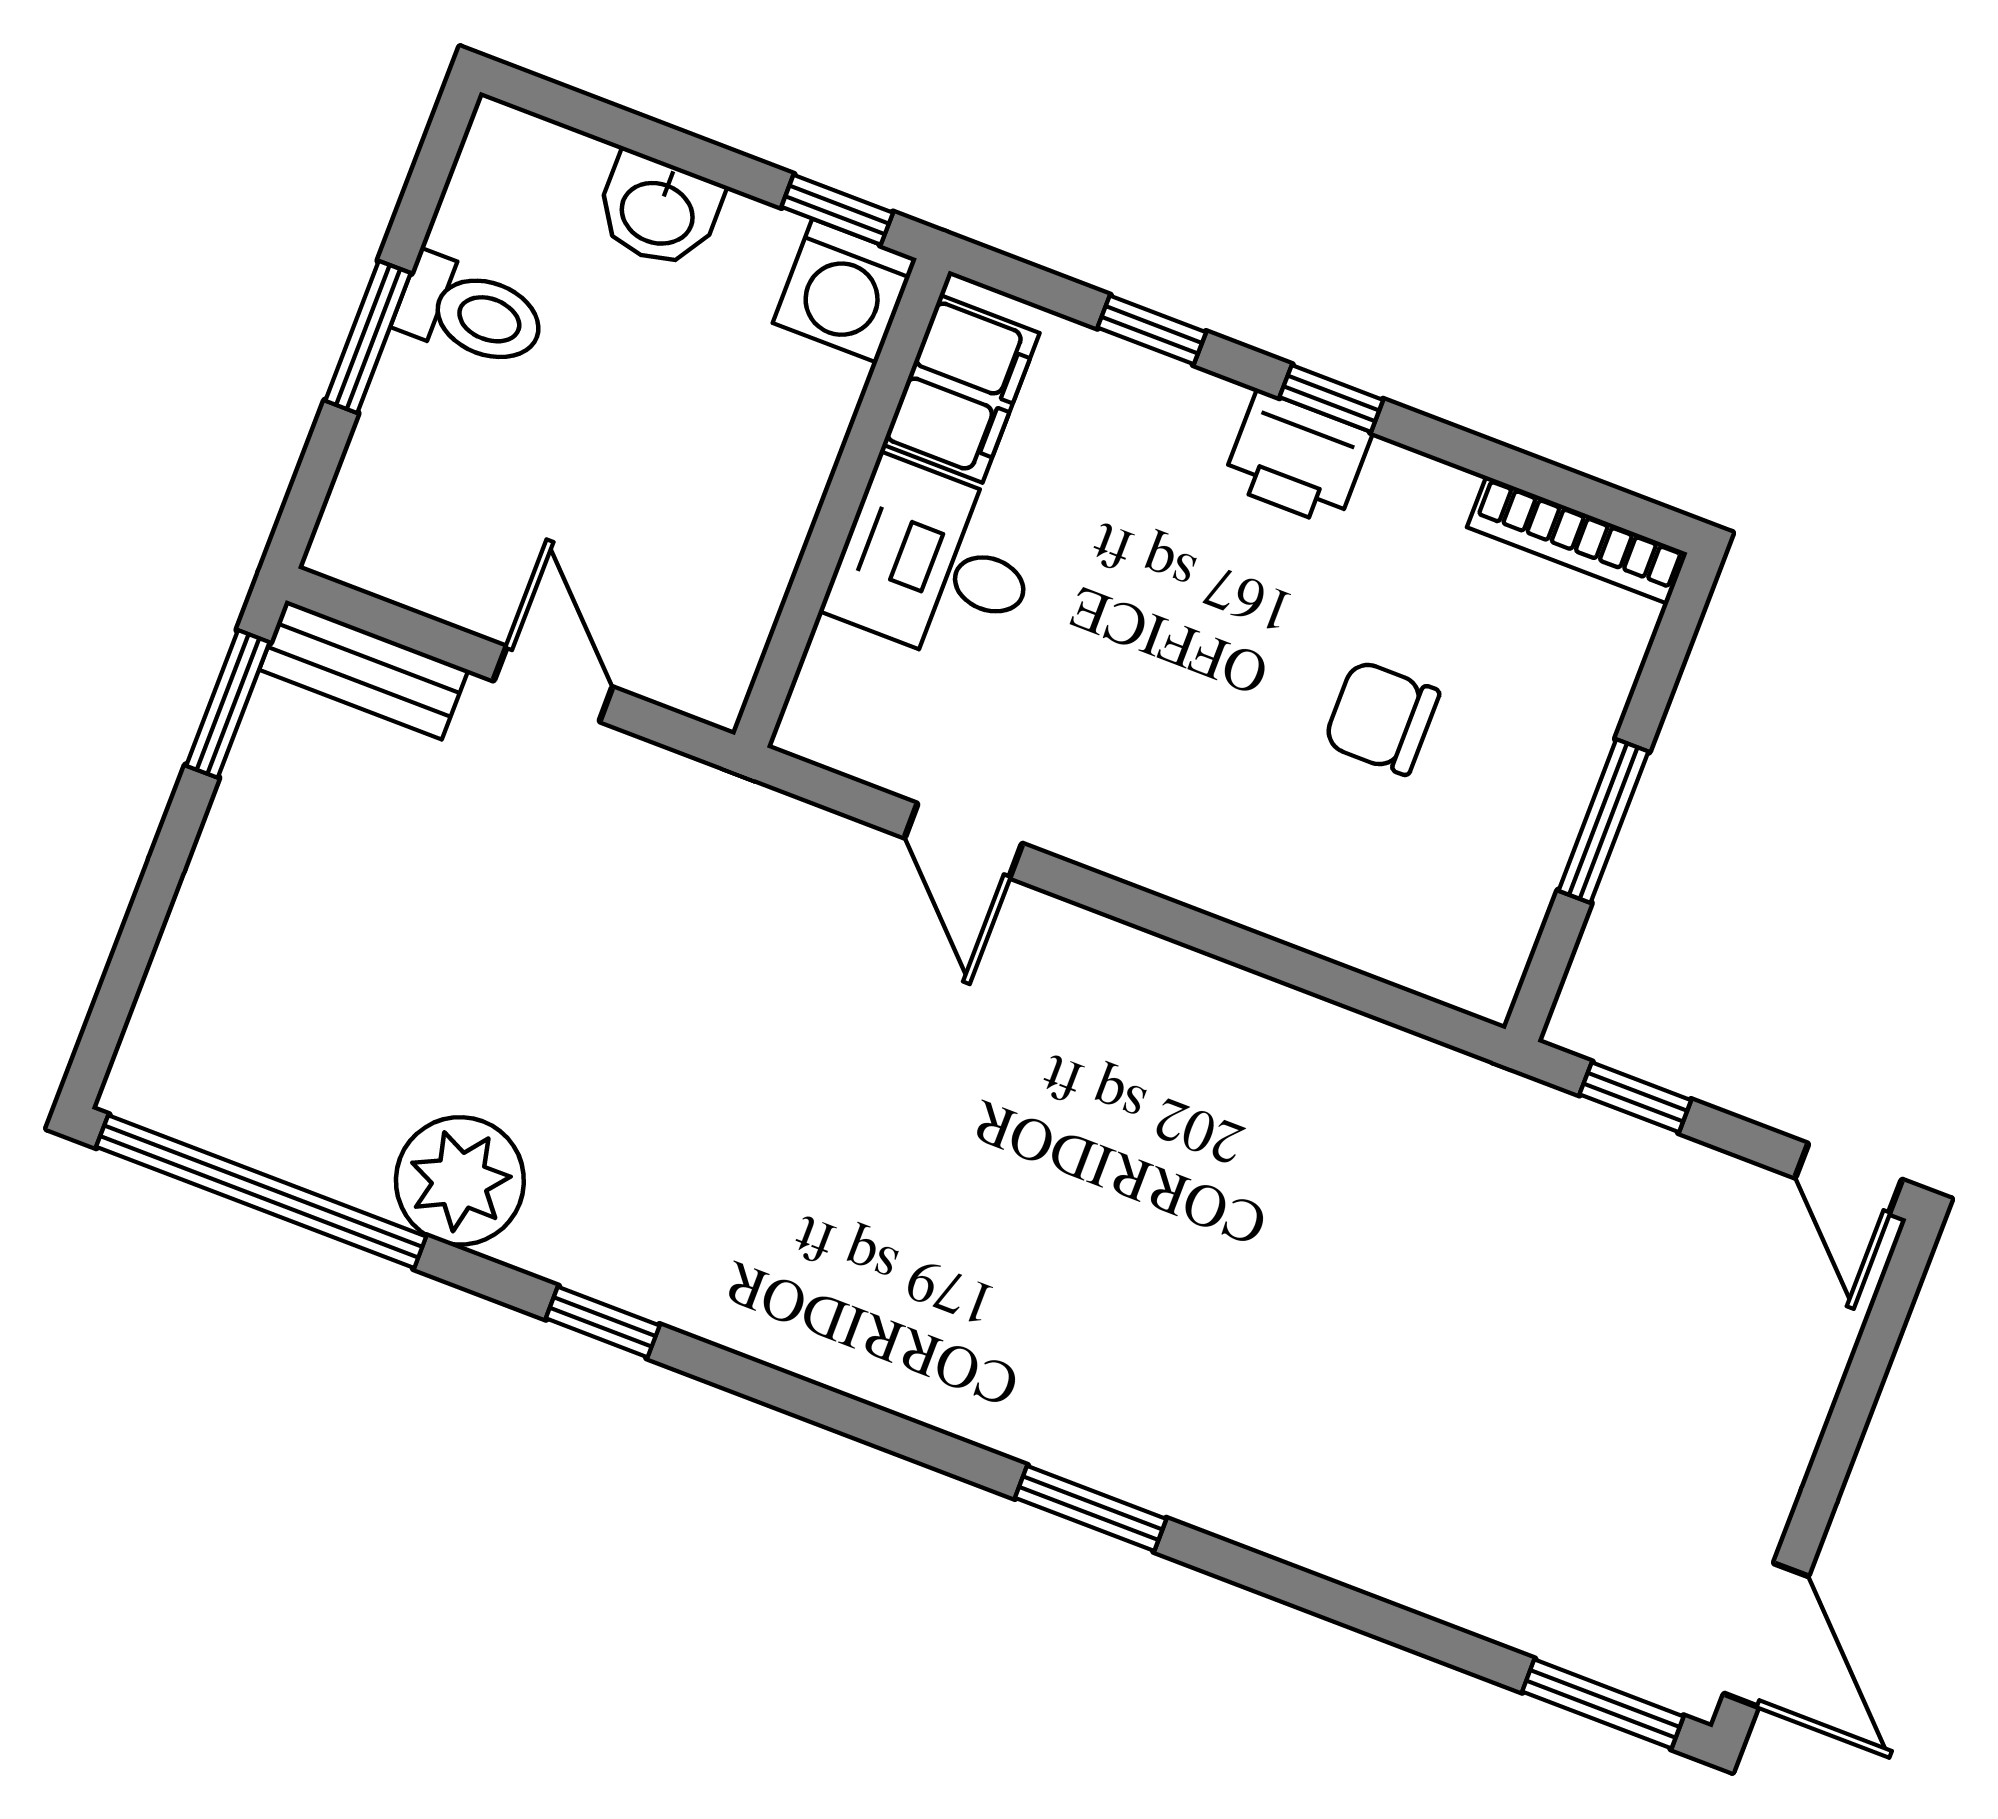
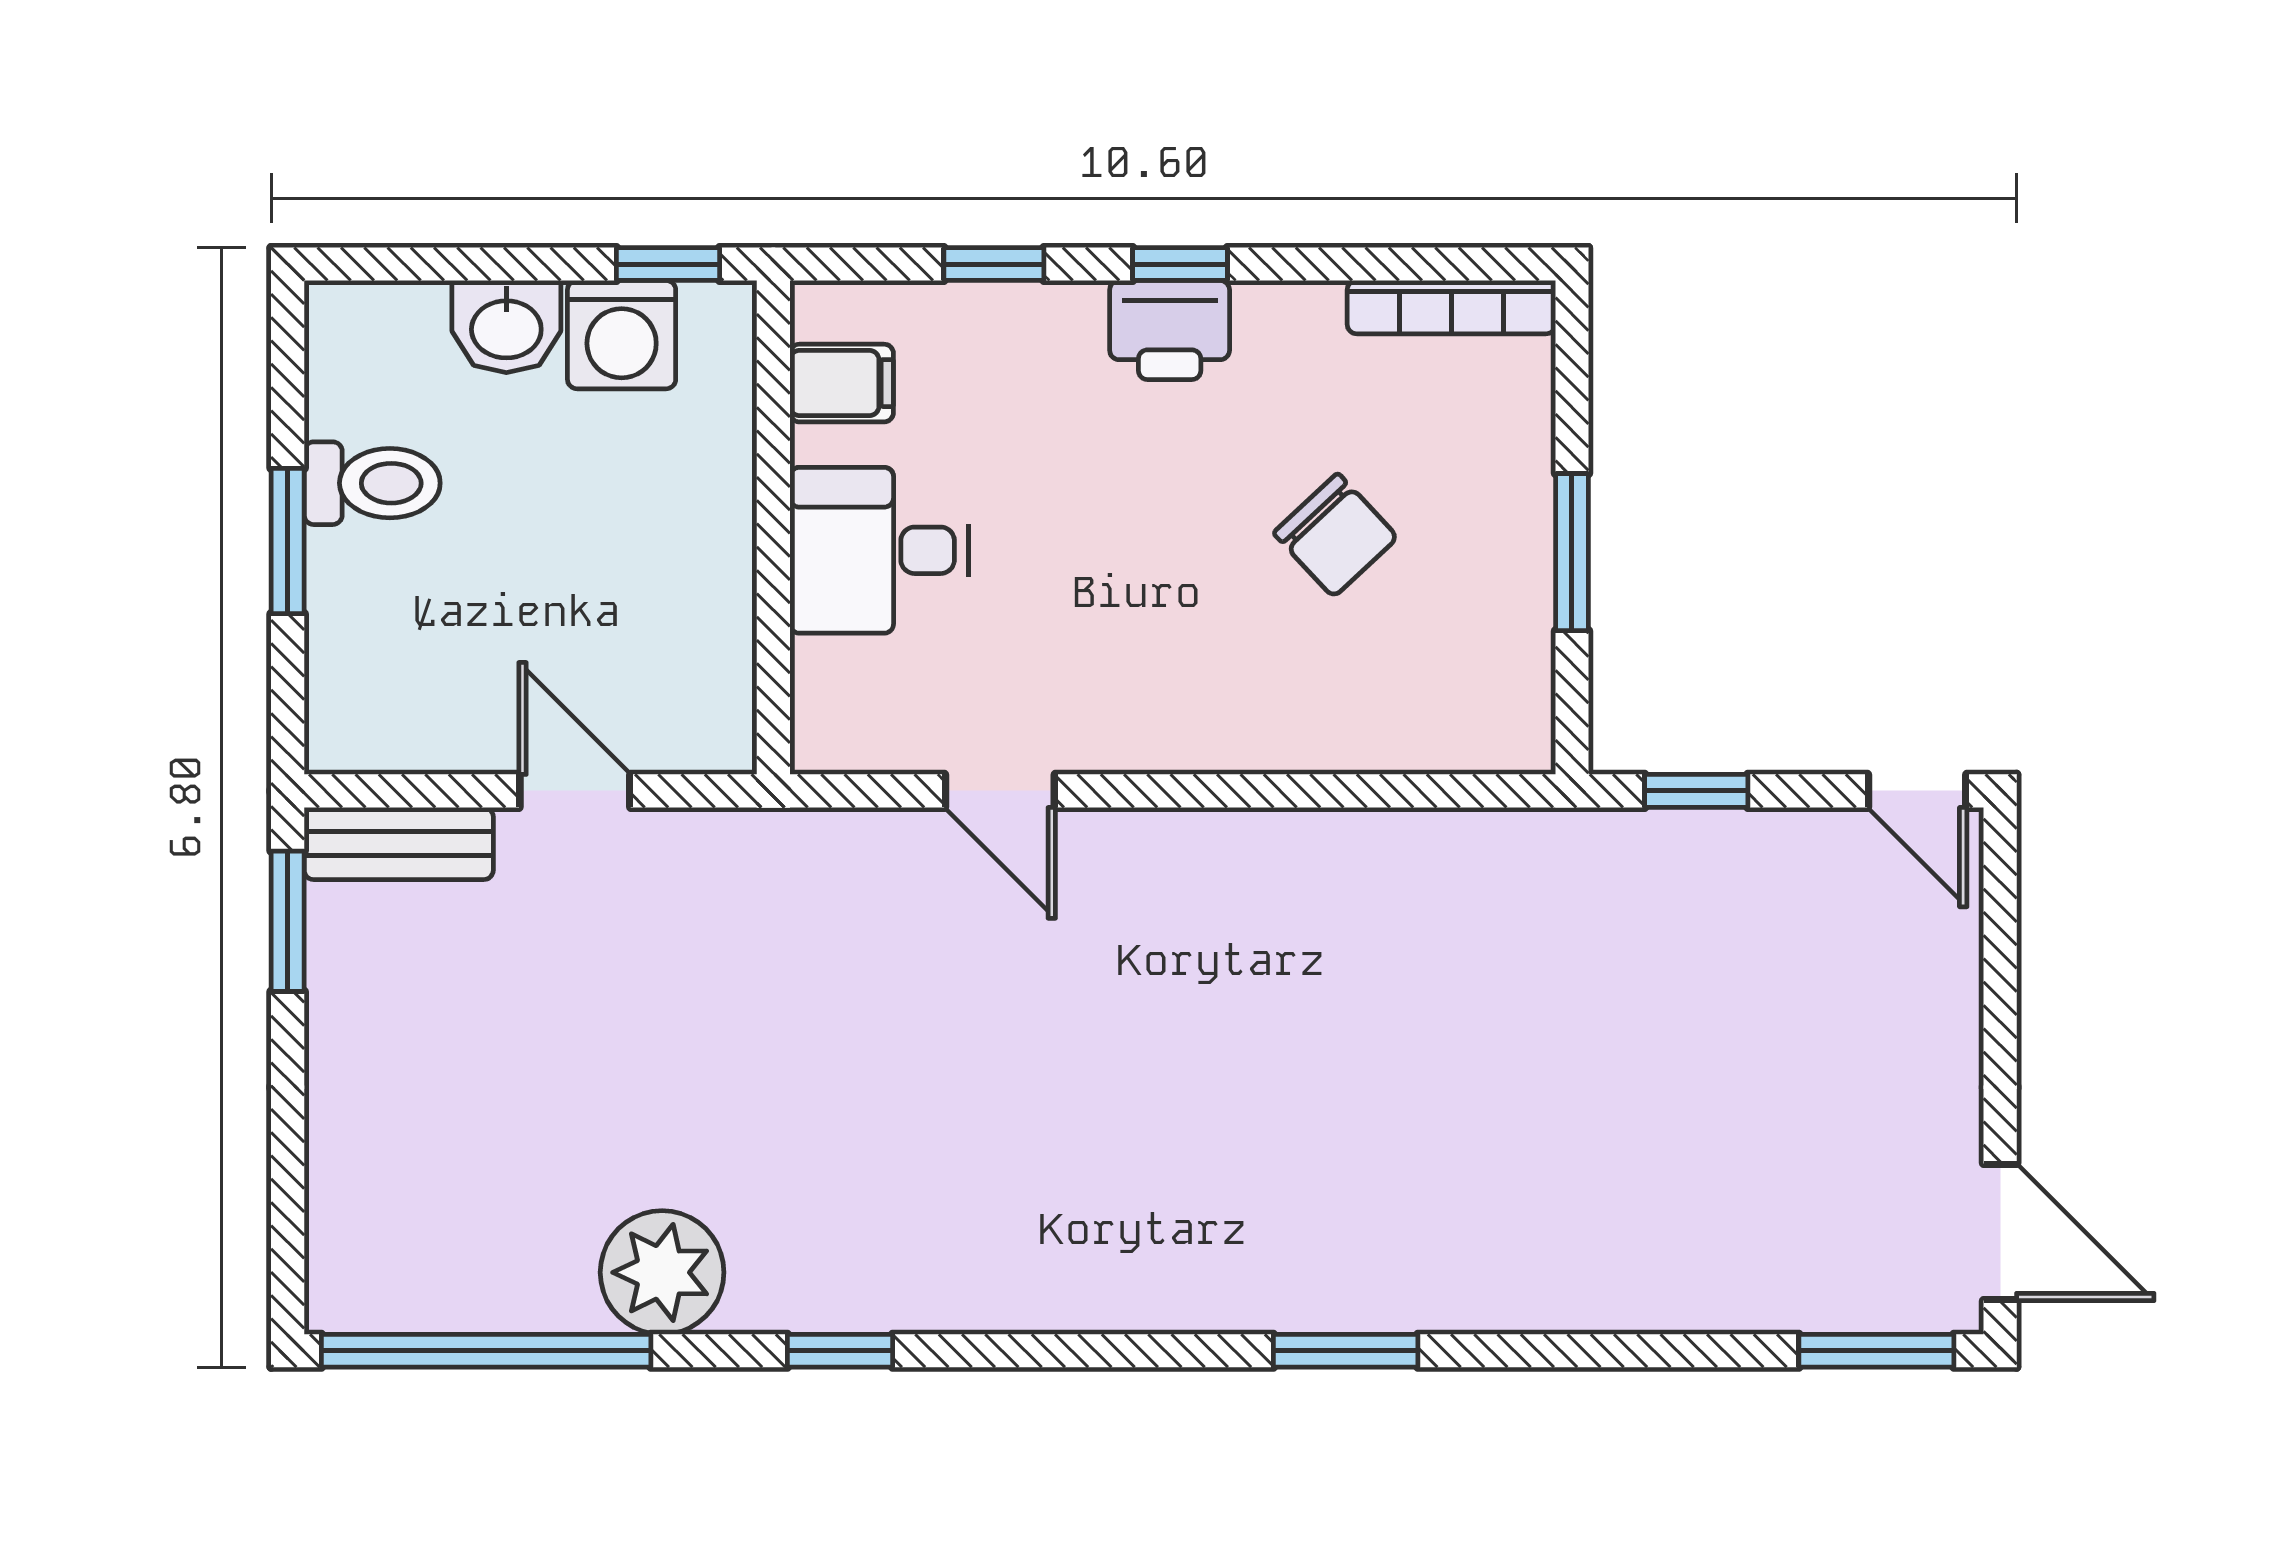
washing machine: (845, 291) -> (622, 335), moved
filing cabinet: (961, 389) -> (842, 383), width x0.50
chair: (1381, 717) -> (1336, 535), turned -133

